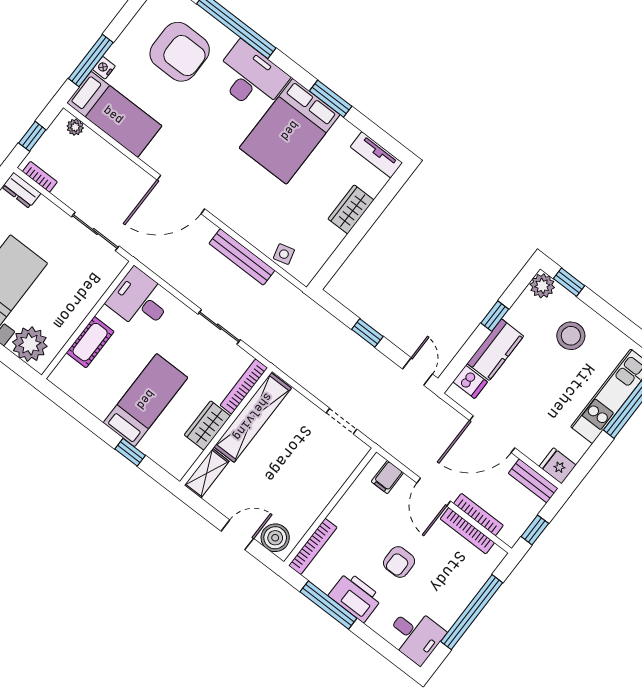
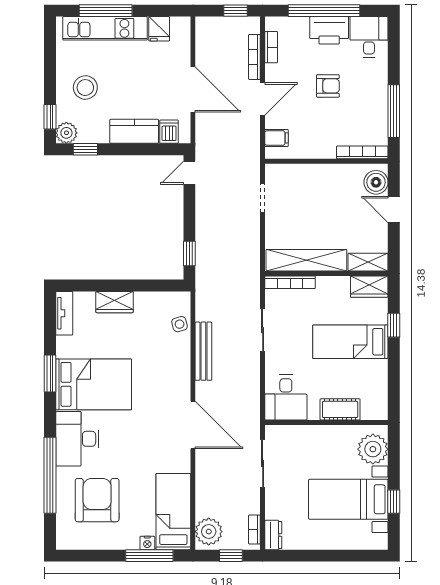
plant: (75, 127) -> (209, 532), width x1.87, depth x1.87
window: (495, 316) -> (85, 149), moved
window: (367, 333) -> (189, 253), moved
wardrobe: (207, 425) -> (369, 287), moved
fridge: (558, 466) -> (159, 29), moved
bench: (533, 481) -> (203, 37), removed
bookcase: (467, 531) -> (271, 47), width x0.64
printer: (355, 597) -> (329, 30), moved, turned -90

